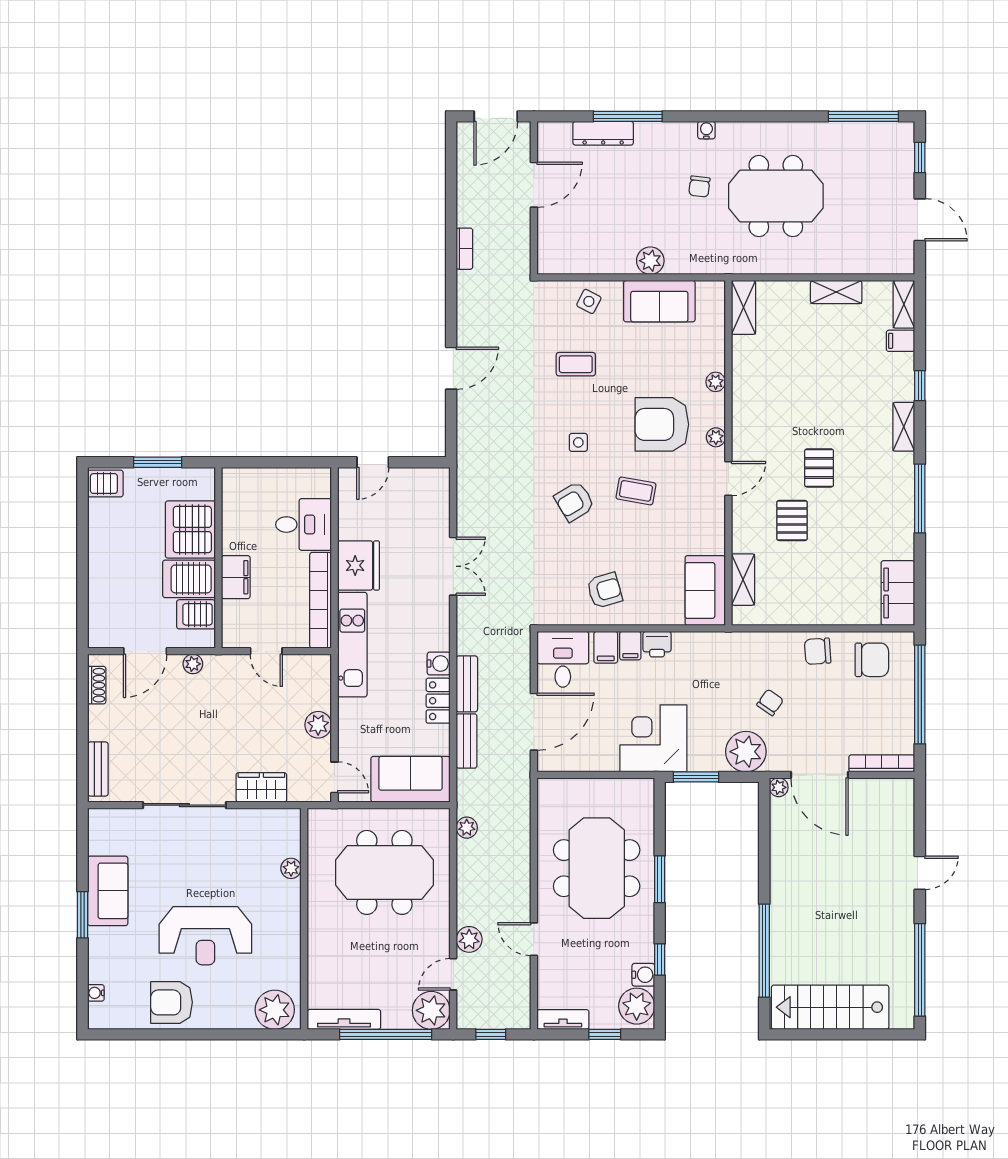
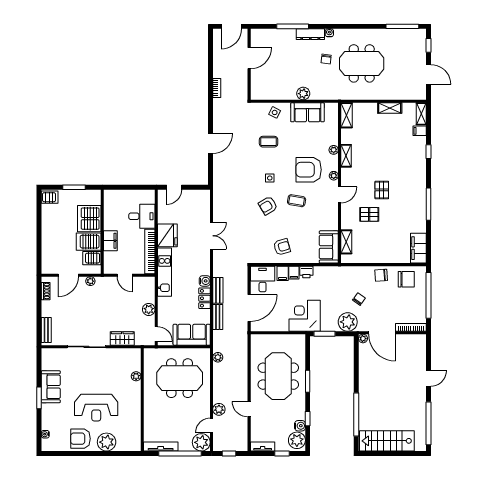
dresser: (603, 133) -> (310, 34), moved
shelving: (904, 427) -> (346, 156), moved
pallet: (792, 520) -> (369, 214), turned 90
plant: (275, 1010) -> (107, 442), moved

